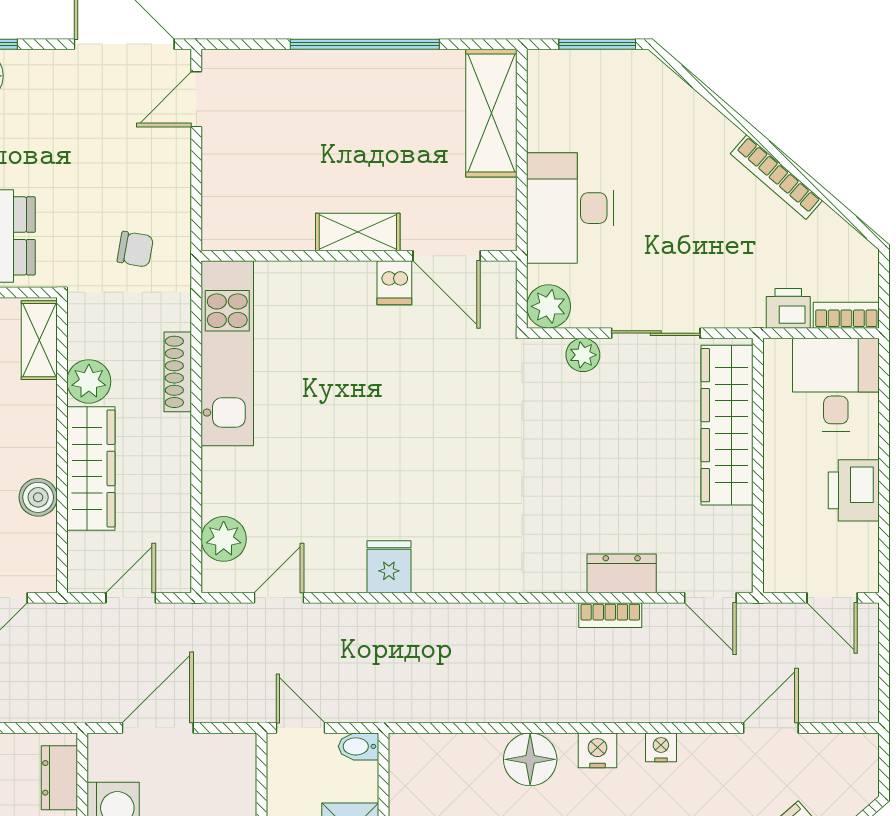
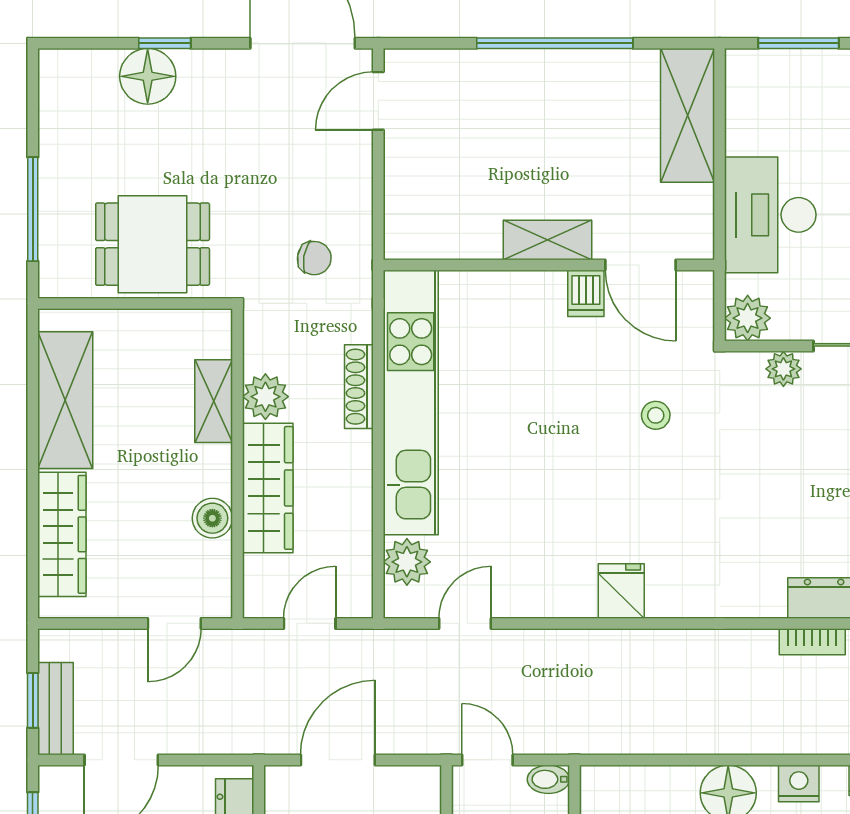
shelving: (39, 340) -> (214, 401), moved
kitchen unit: (227, 353) -> (411, 403), width x1.36
stool: (461, 399) -> (656, 415), added
fridge: (389, 567) -> (621, 591), moved

